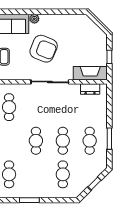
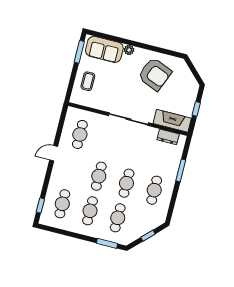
armchair: (44, 49) -> (155, 74), moved
window: (109, 139) -> (181, 170), moved
cafe table: (36, 174) -> (90, 211), added
window: (29, 200) -> (107, 243), moved

